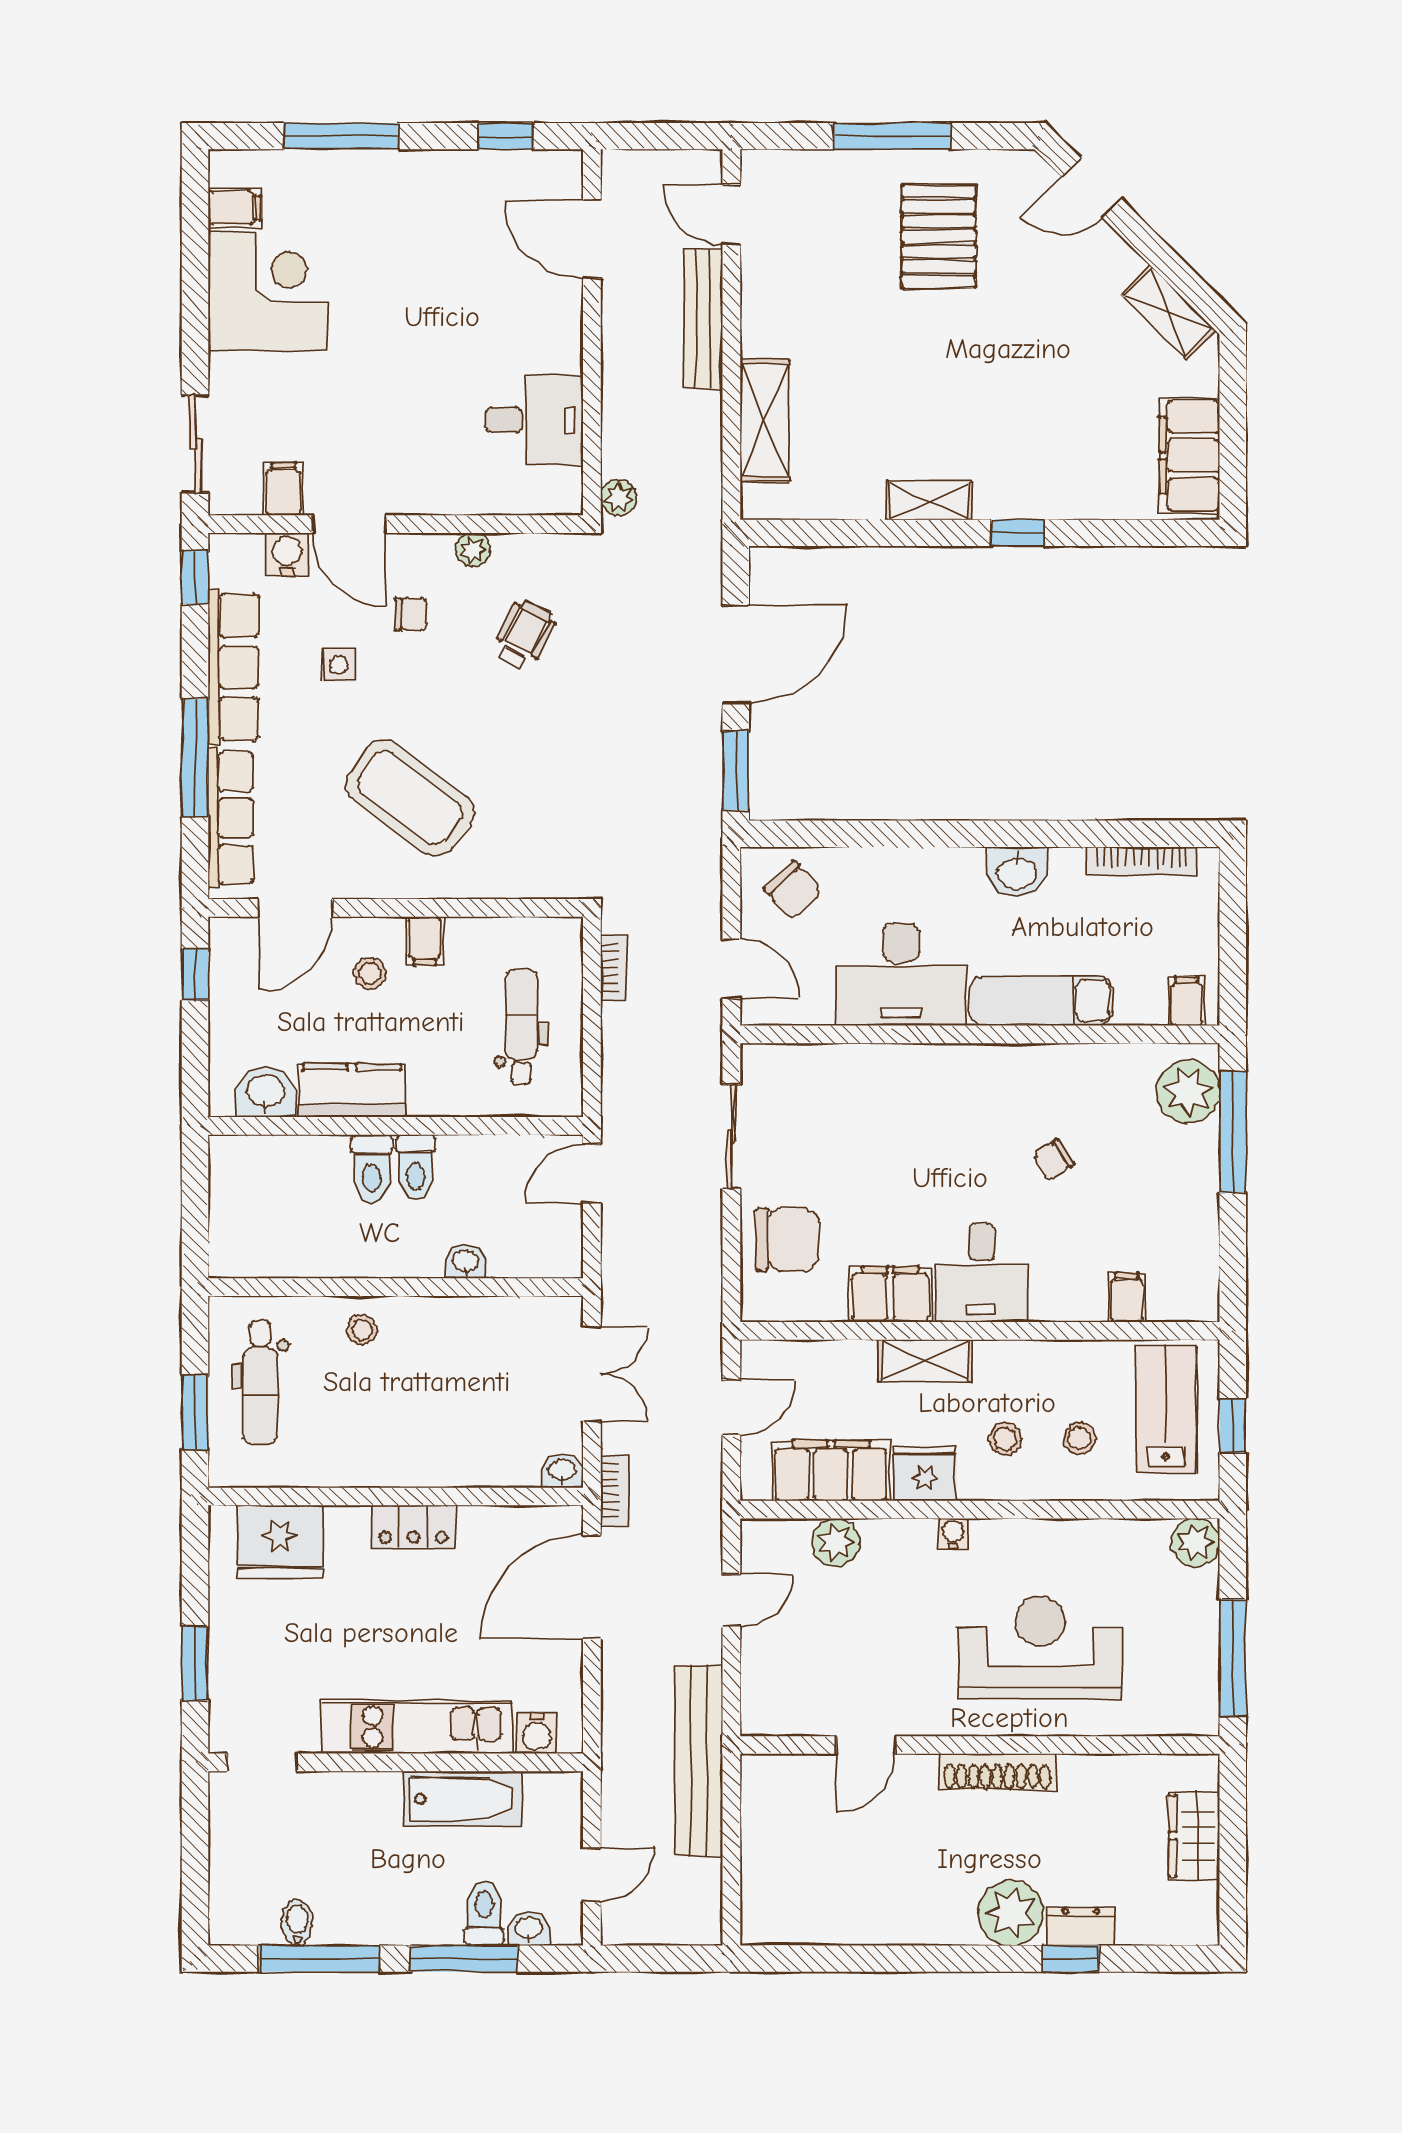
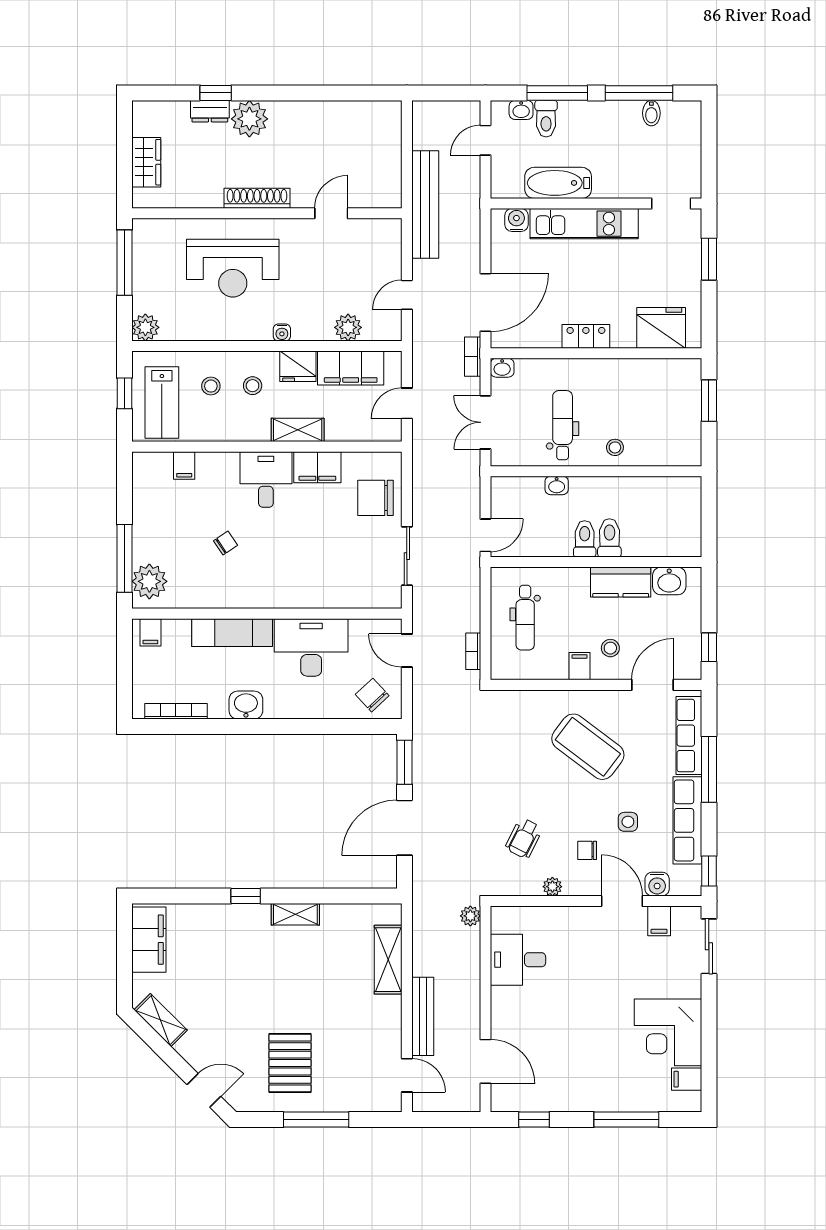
dental chair: (260, 1382) -> (563, 425), moved

